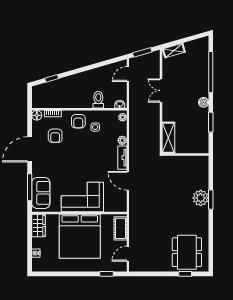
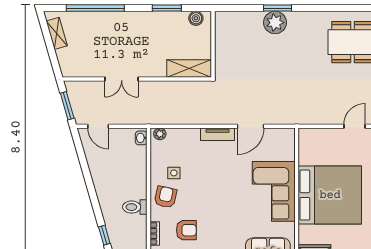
shelving: (174, 51) -> (57, 33), moved
toilet: (98, 100) -> (135, 207), moved
boiler: (204, 102) -> (196, 18), moved
armchair: (78, 121) -> (165, 197), turned -77
plant: (122, 140) -> (193, 134), removed
cot: (120, 228) -> (318, 137), removed
door: (128, 254) -> (355, 126), swing flipped

